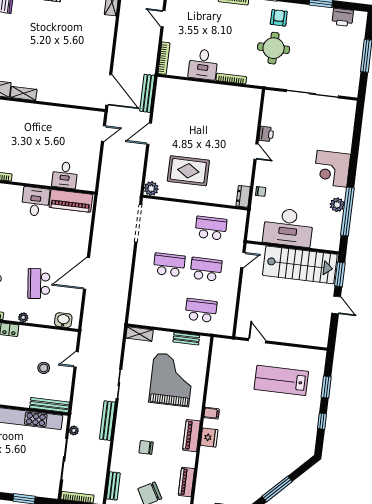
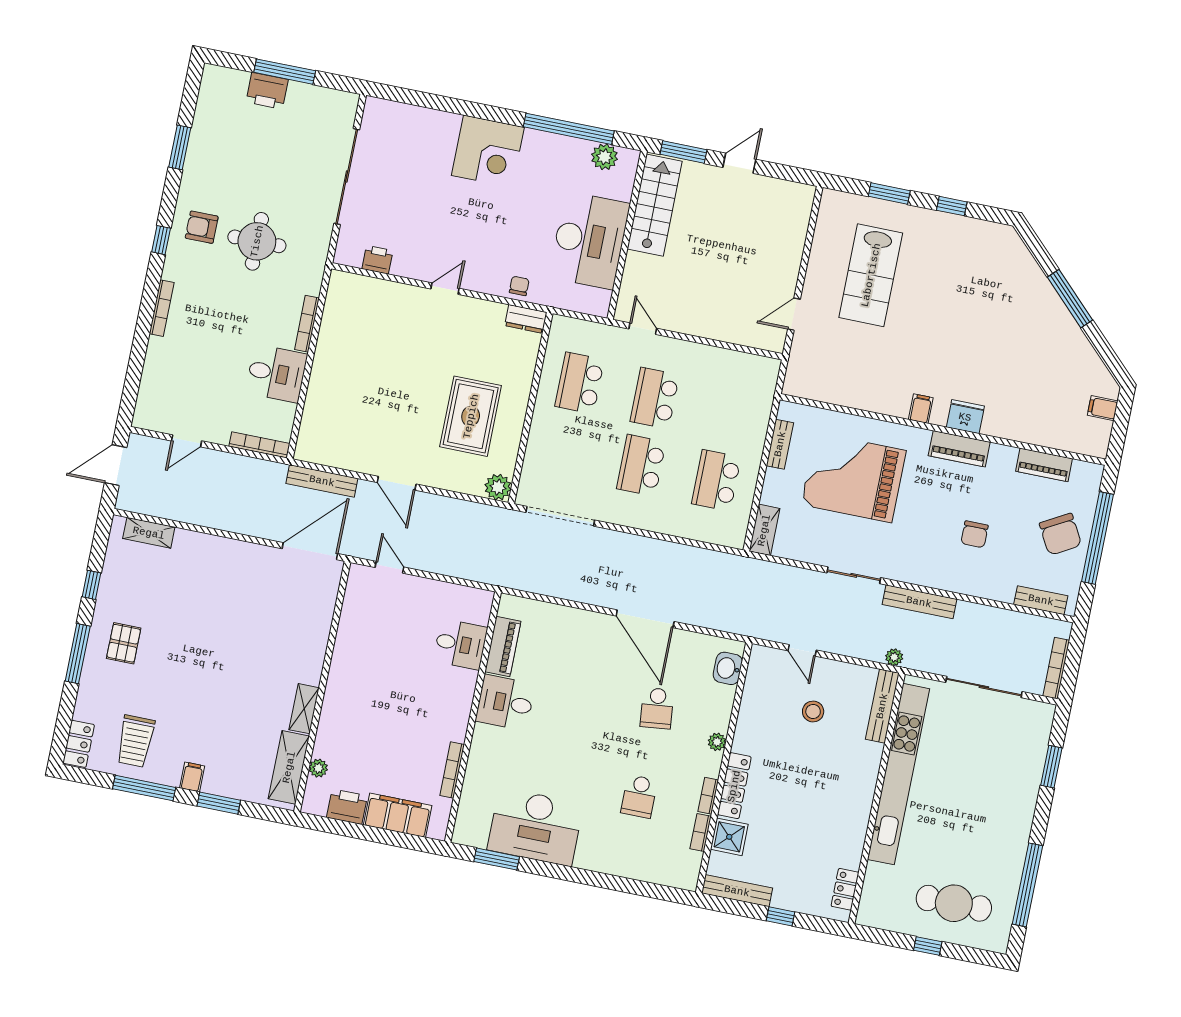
printer: (343, 17) -> (267, 91), moved, turned 90
printer: (266, 134) -> (377, 260), moved
piano: (71, 201) -> (503, 647), width x0.73, depth x0.75
plant: (337, 205) -> (605, 157), moved
stairs: (300, 265) -> (655, 205), width x0.73, depth x0.66
school desk: (39, 284) -> (657, 708), width x0.54
school desk: (201, 310) -> (716, 480), moved
plant: (74, 430) -> (894, 657), moved

